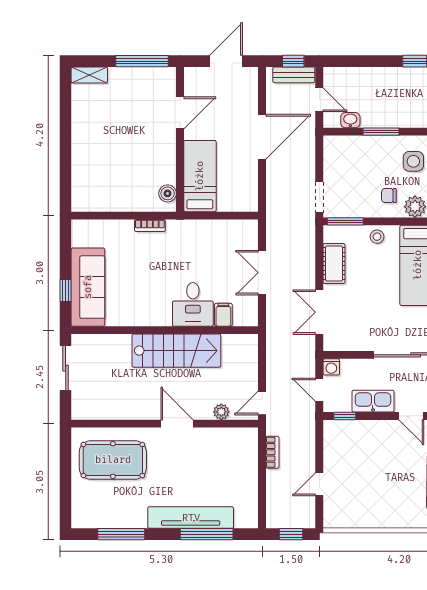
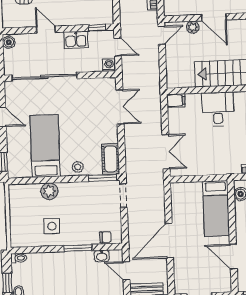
door: (180, 113) -> (233, 257), hinge flipped
chair: (389, 196) -> (106, 237), moved
cot: (334, 263) -> (111, 159), moved
double door: (262, 273) -> (166, 152), moved
filing cabinet: (223, 315) -> (176, 101), moved, turned -90
kitchen sink: (373, 401) -> (76, 40), width x0.73
door: (177, 424) -> (214, 17), moved

